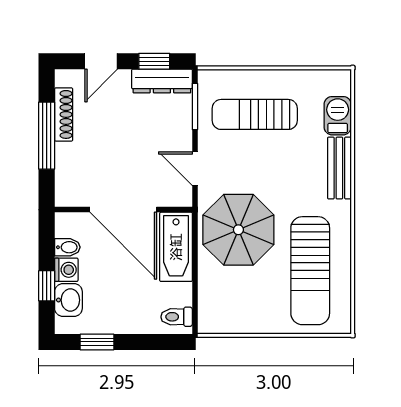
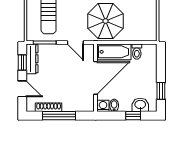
door: (195, 169) -> (75, 42), hinge flipped
washing machine: (66, 270) -> (103, 106), moved
toilet: (177, 317) -> (137, 52), moved

